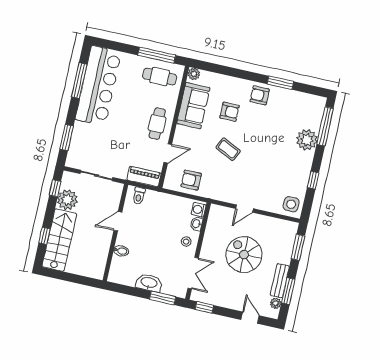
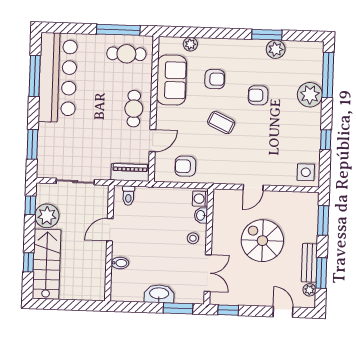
plant: (194, 74) -> (190, 44), moved
armchair: (260, 95) -> (258, 95), moved
plant: (285, 96) -> (276, 49), added

